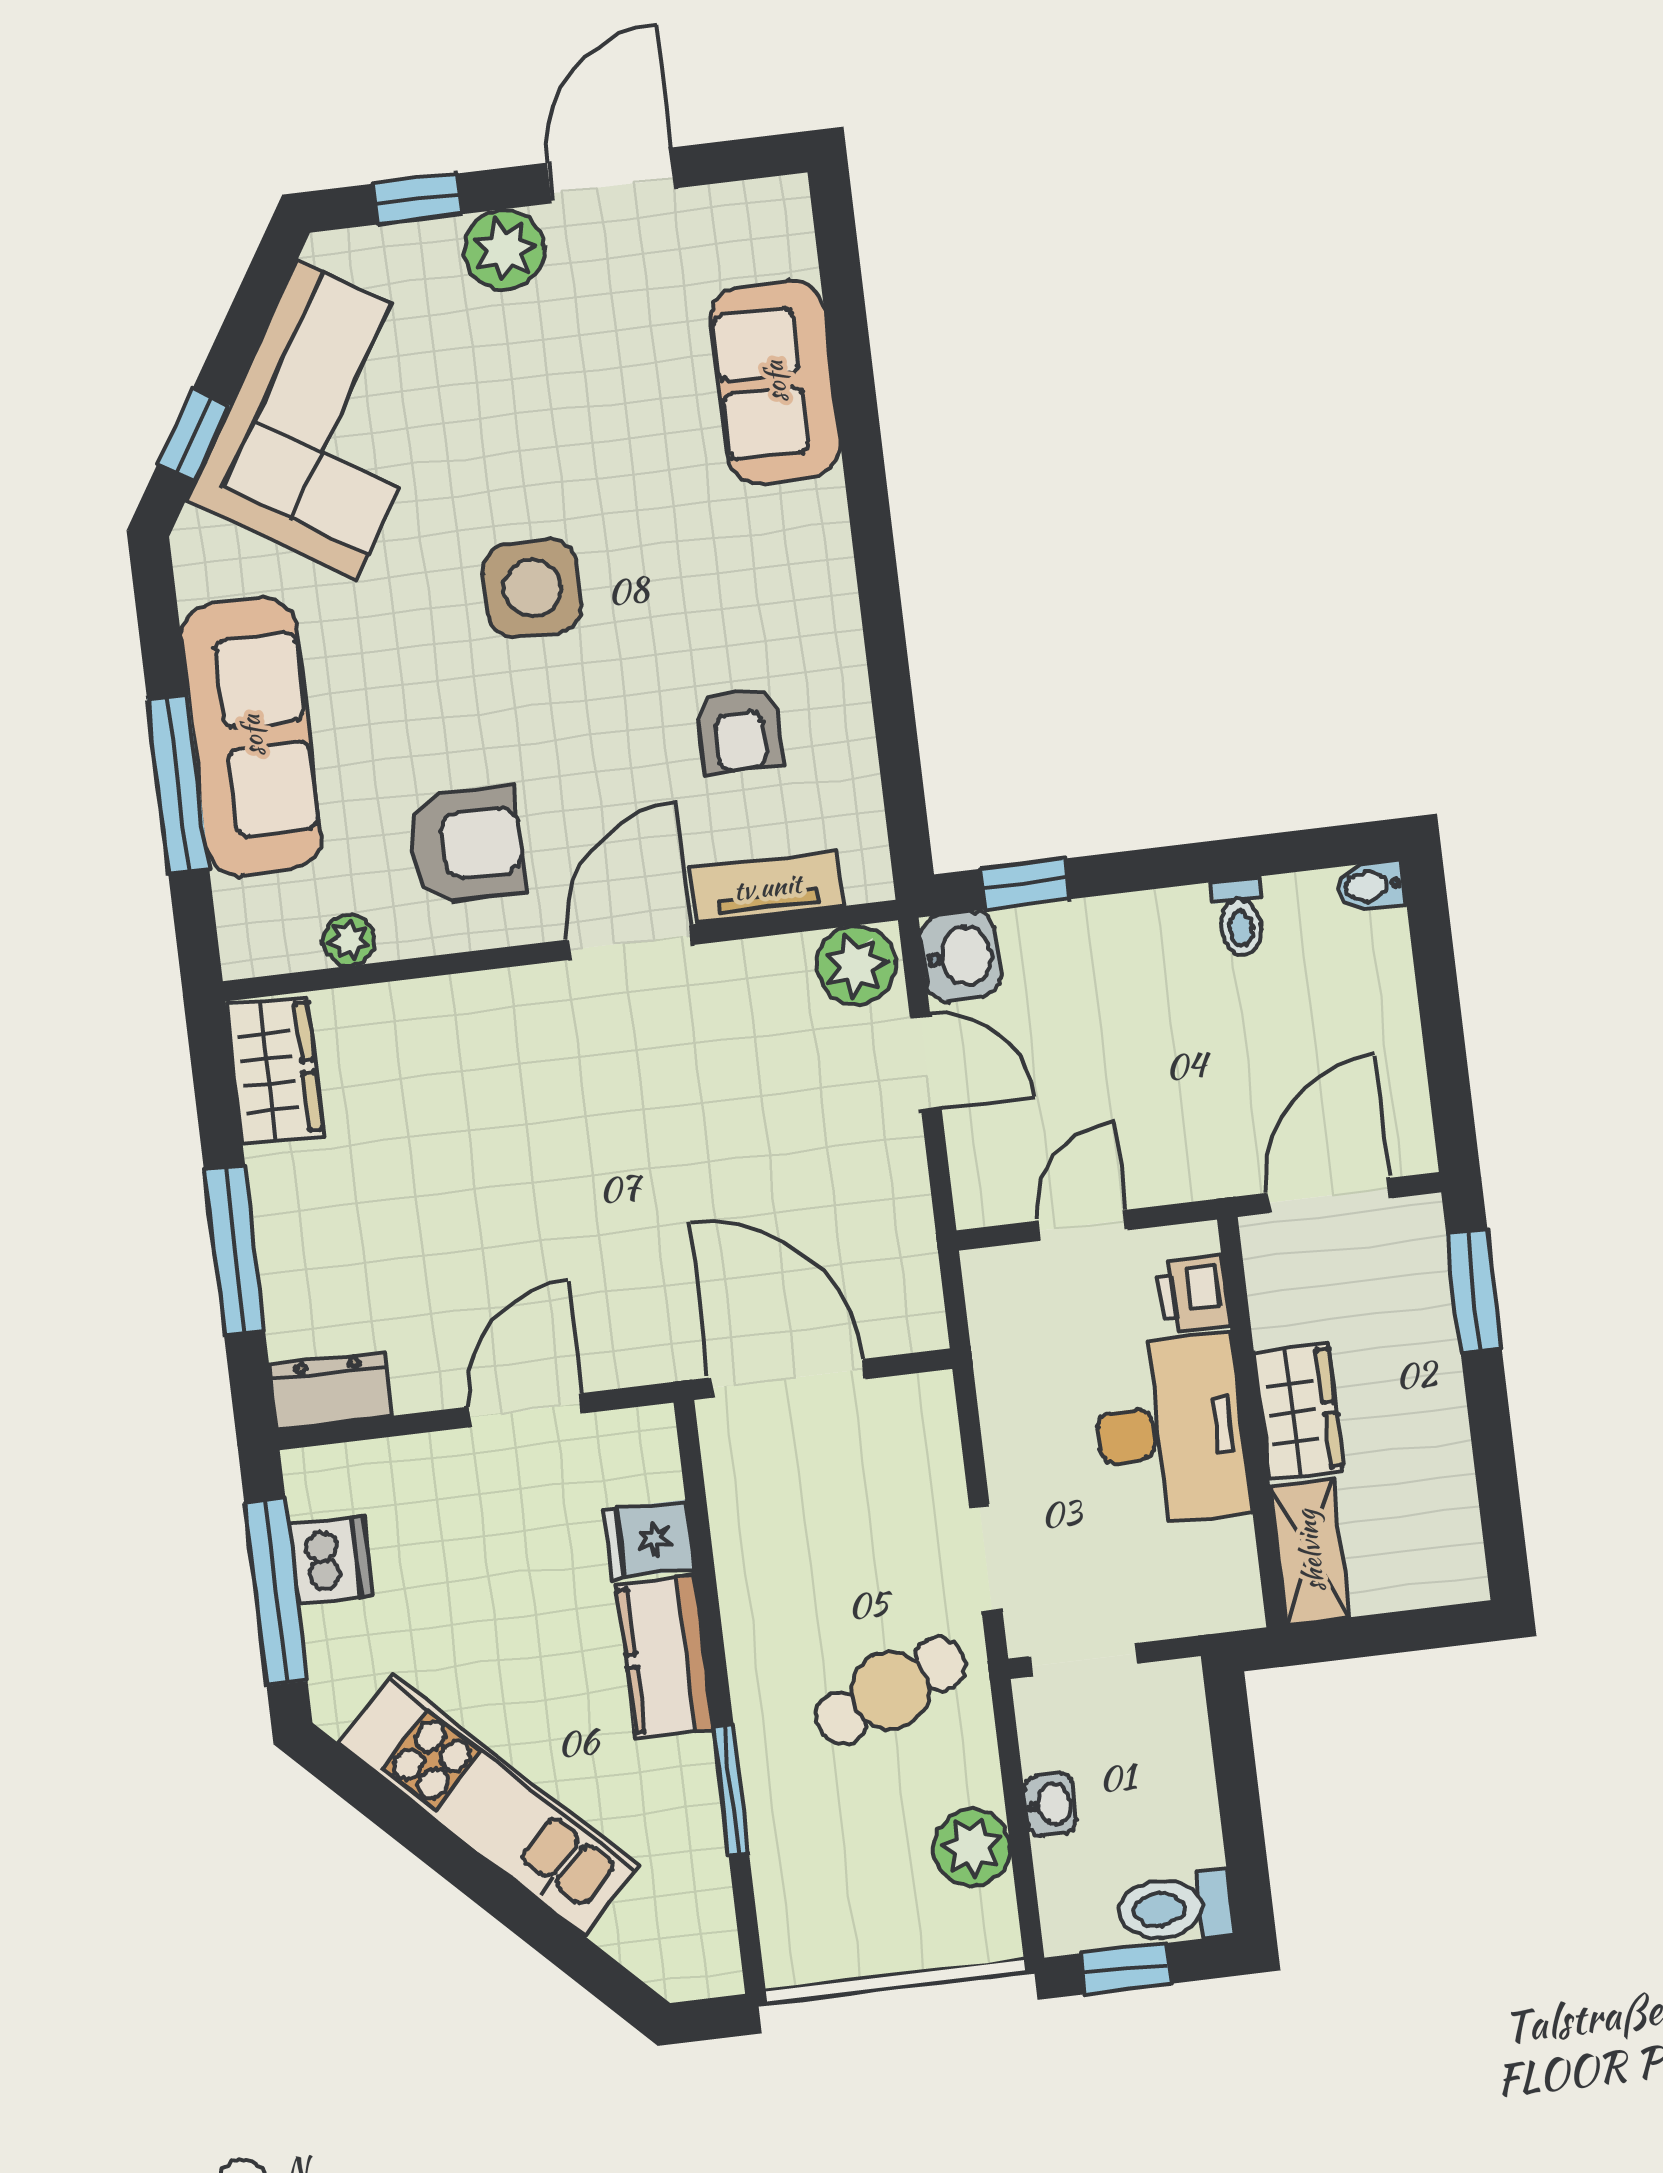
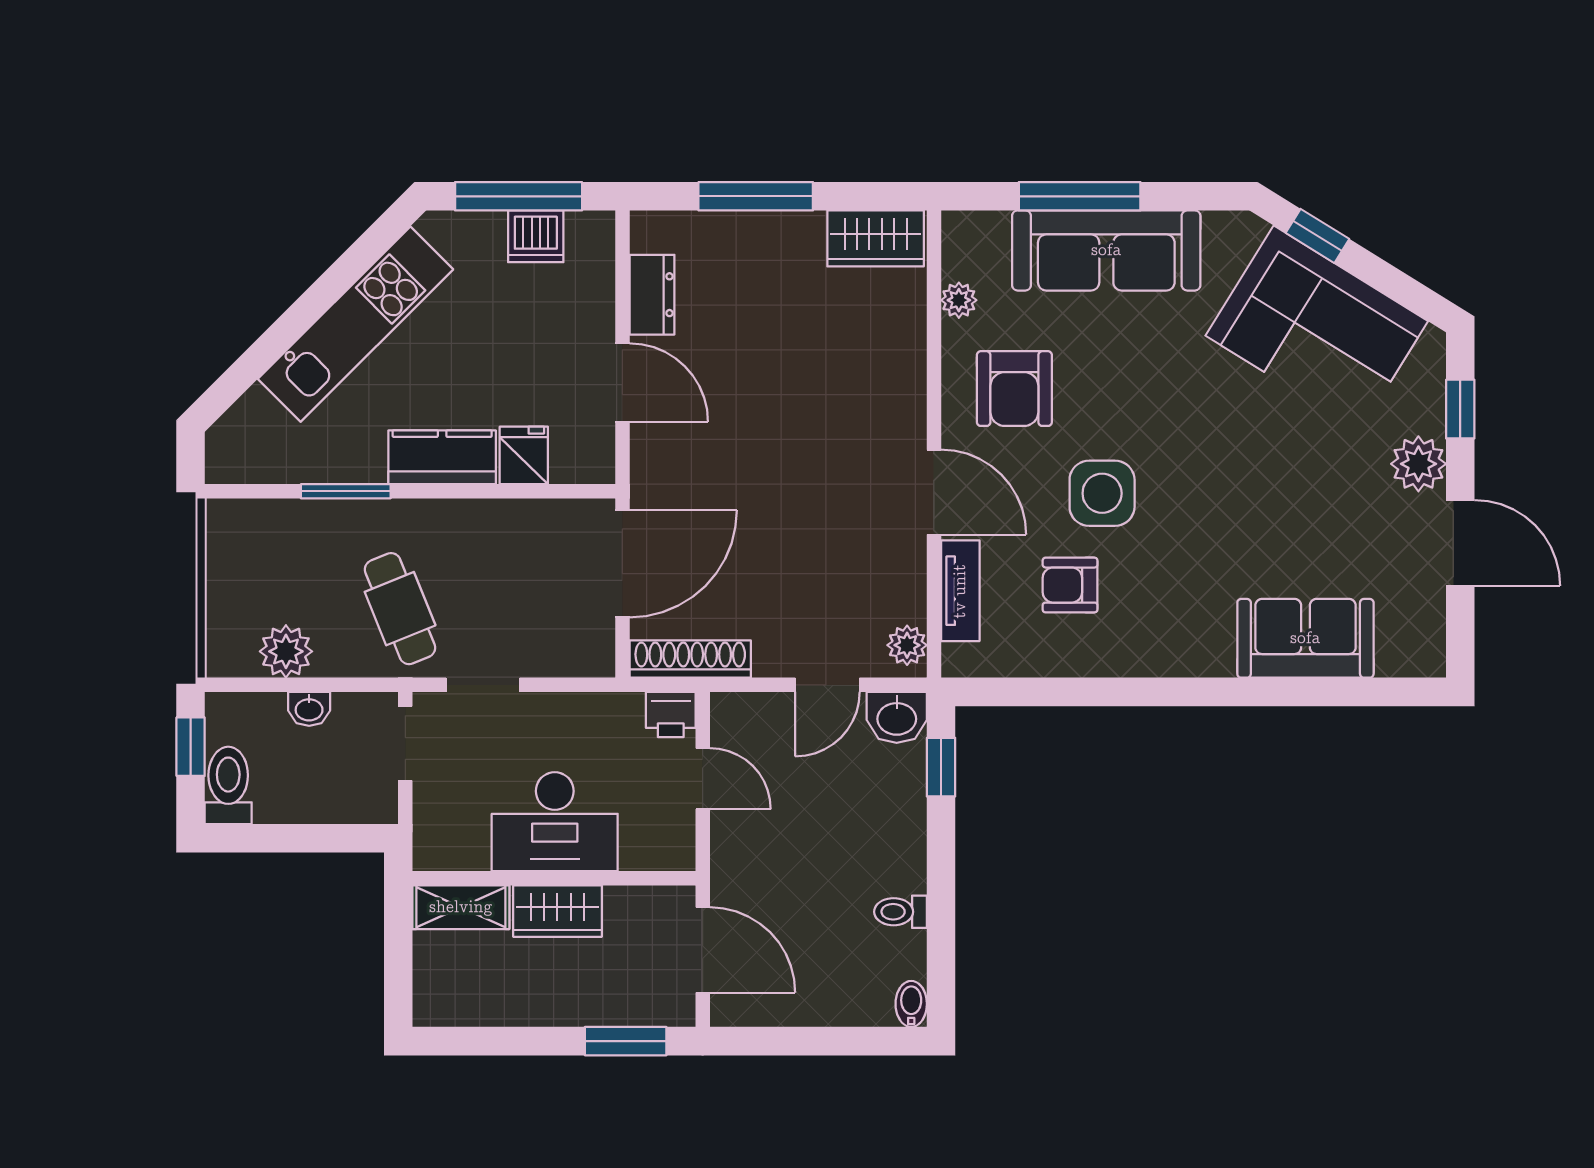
side table: (532, 588) -> (1102, 493), moved
plant: (856, 965) -> (907, 645), width x0.73, depth x0.73
shoe rack: (912, 1264) -> (690, 659), added
printer: (1193, 1294) -> (671, 714), moved, turned 180
dresser: (331, 1391) -> (652, 295), moved

